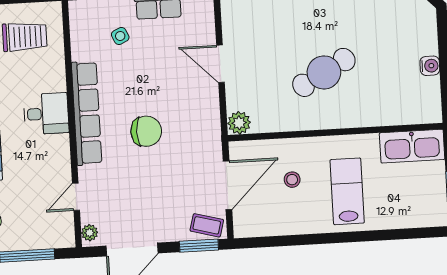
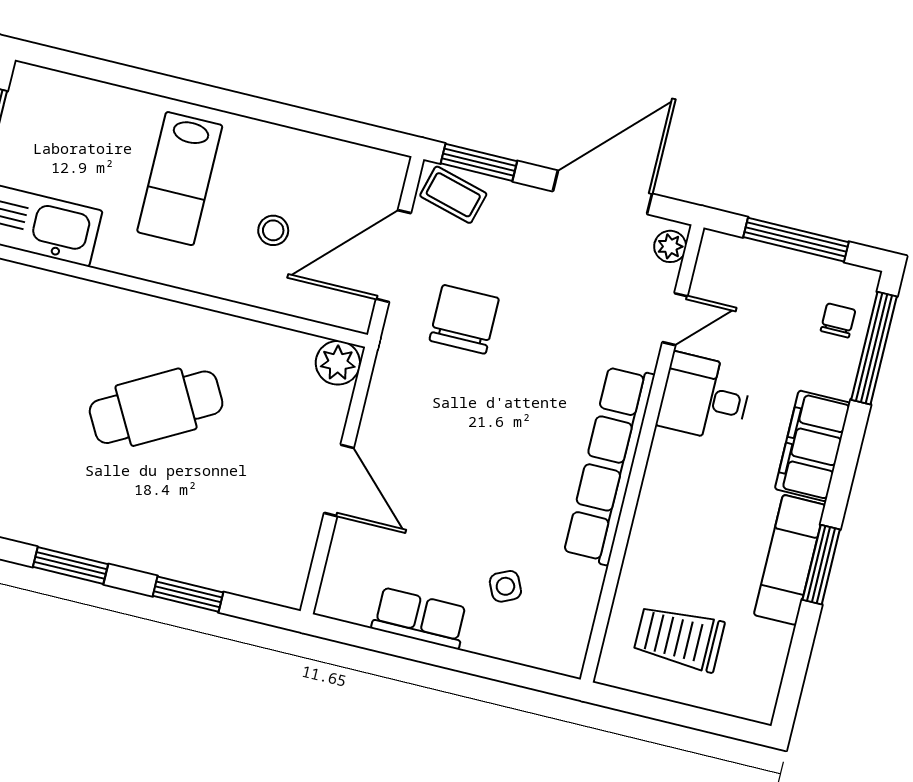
desk: (46, 114) -> (705, 398), moved
chair: (146, 131) -> (464, 319), moved, turned 90

